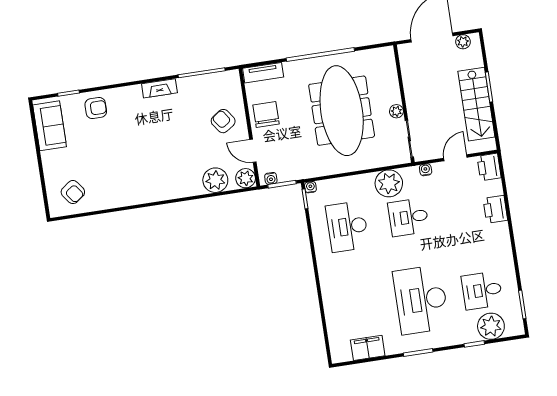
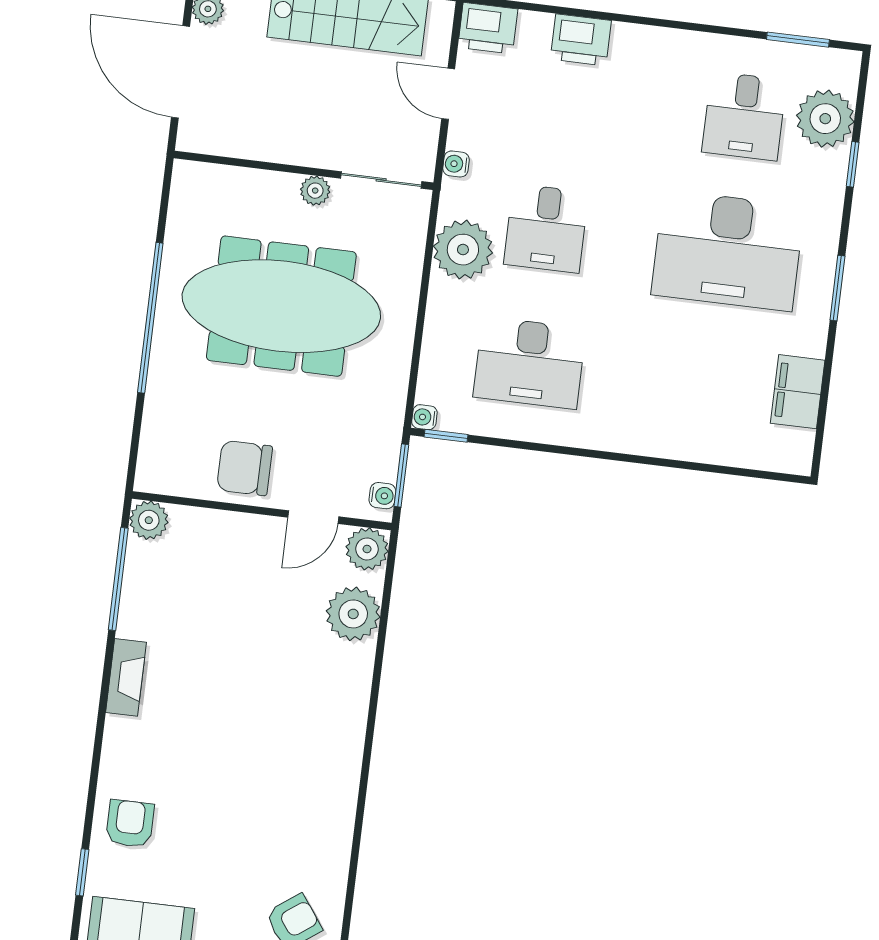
tv unit: (263, 73) -> (154, 449), removed
plant: (231, 79) -> (149, 520), added
armchair: (223, 121) -> (233, 562), removed

